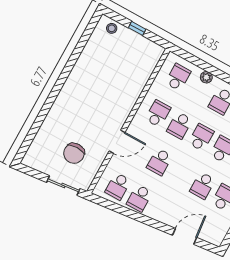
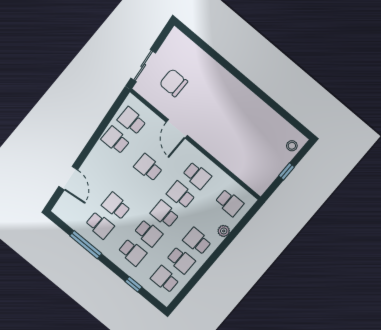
school desk: (201, 137) -> (165, 214), turned 180

